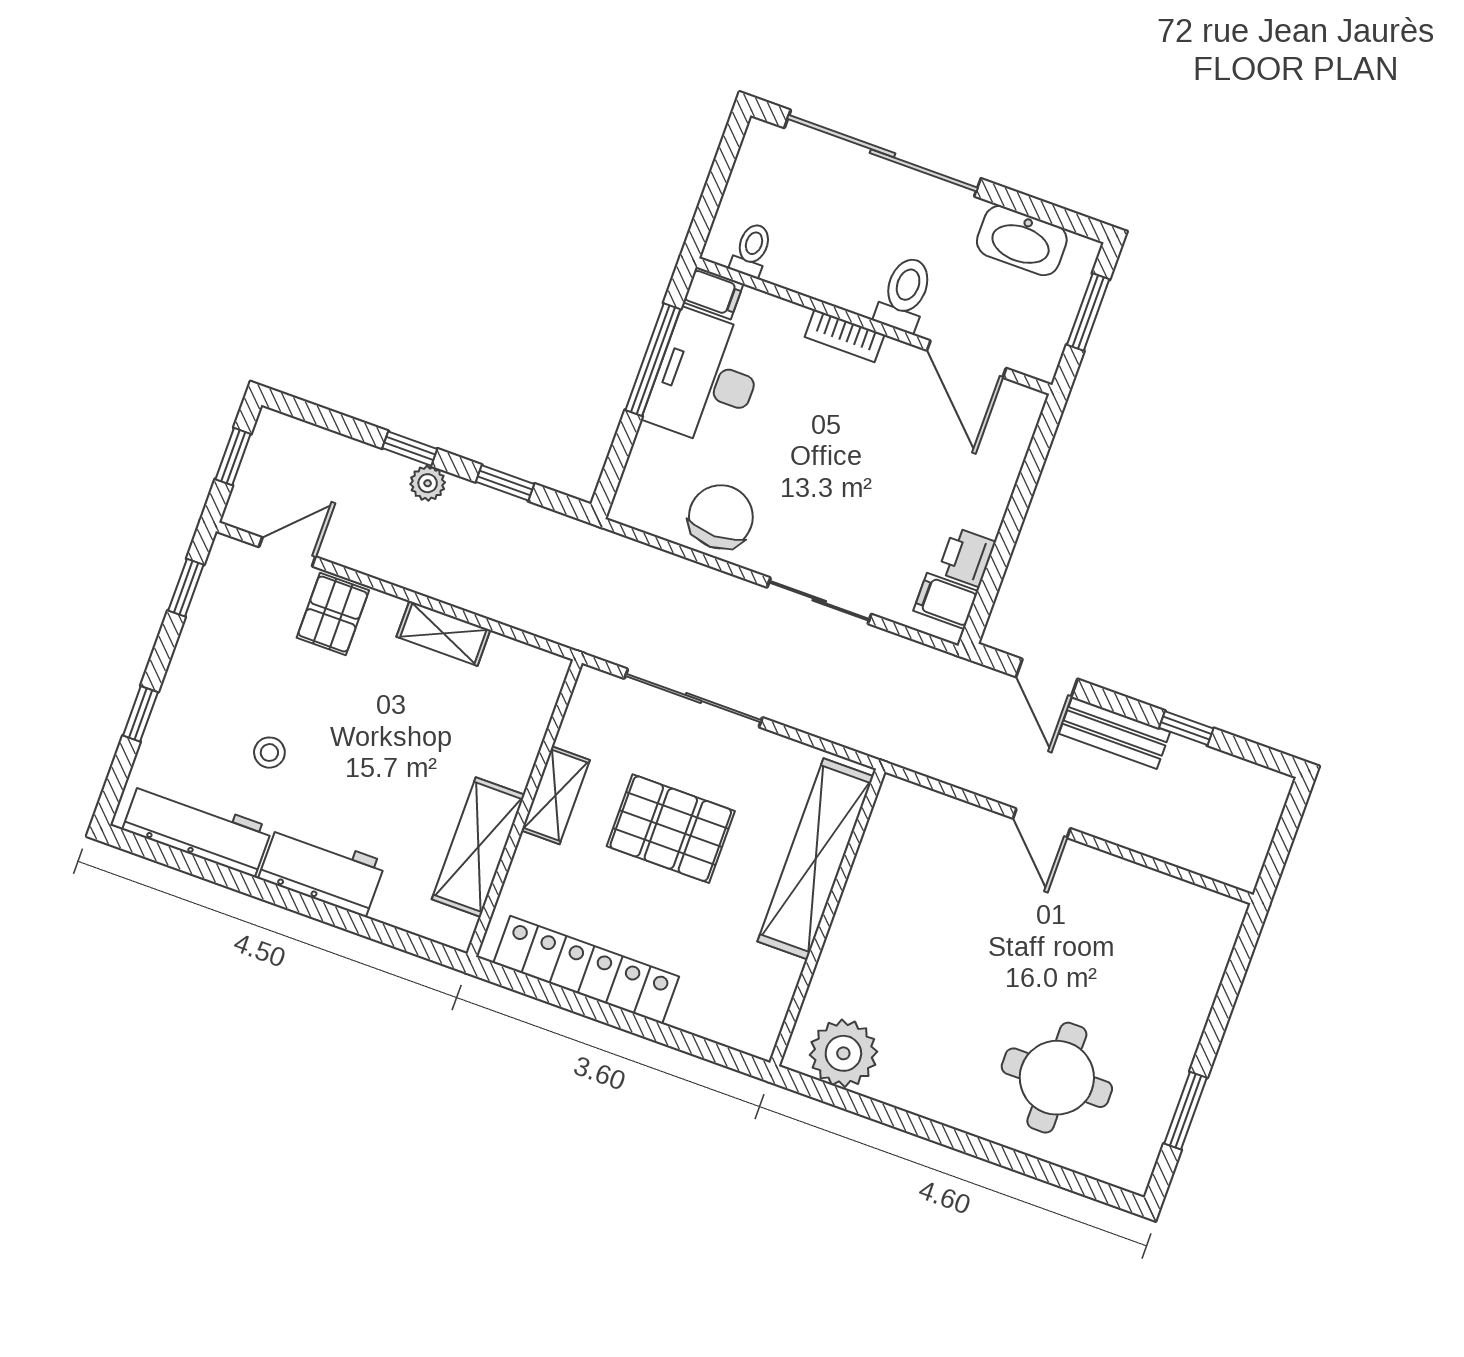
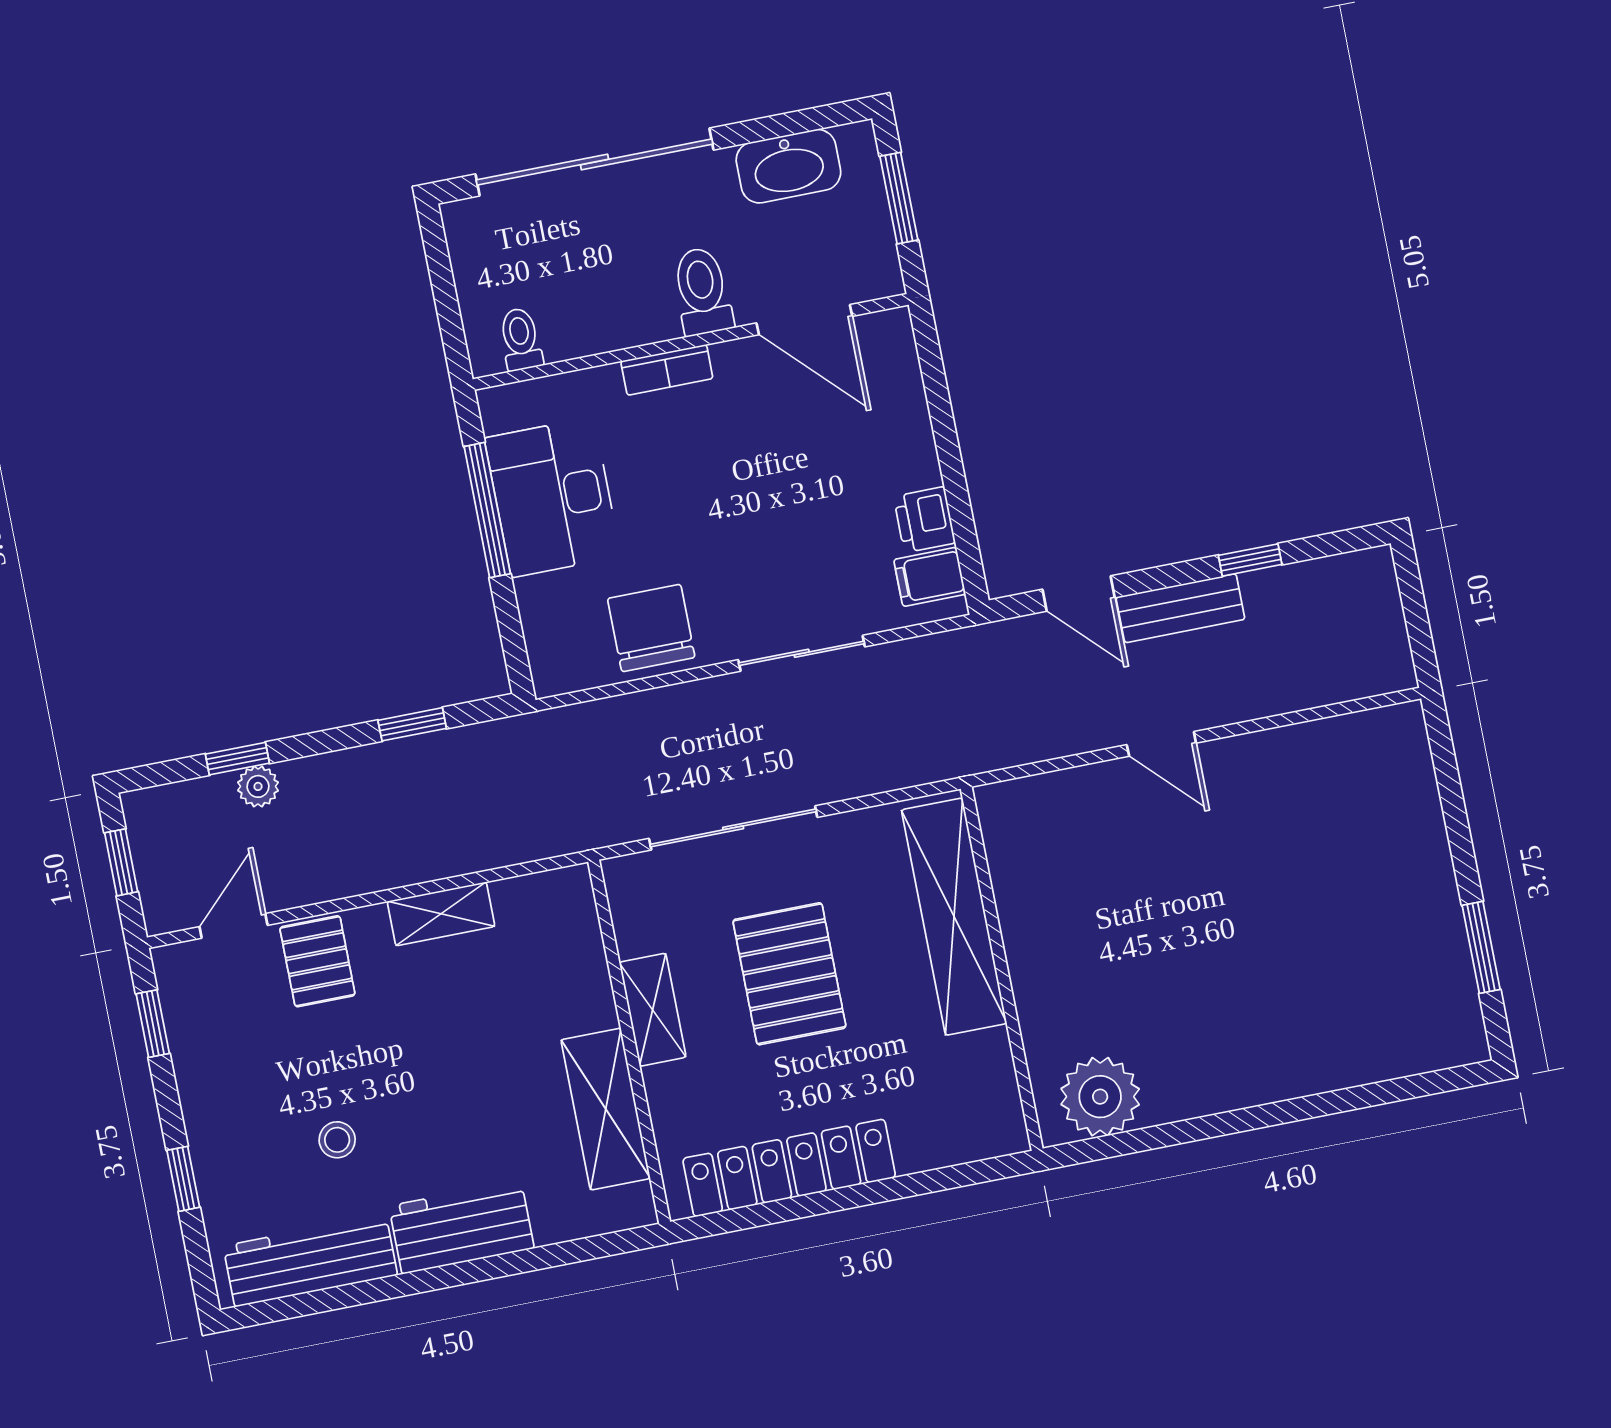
filing cabinet: (713, 293) -> (508, 406), removed
window: (410, 449) -> (237, 759), moved
plant: (428, 483) -> (258, 786), moved
pallet: (671, 829) -> (789, 974), turned 90
round table: (1057, 1078) -> (1331, 992), removed

